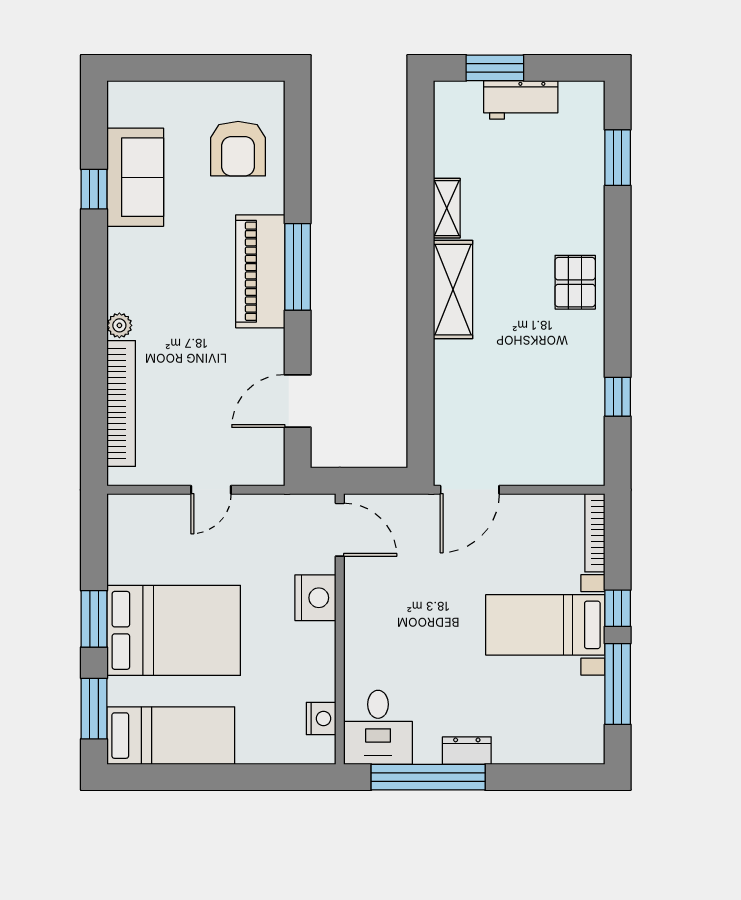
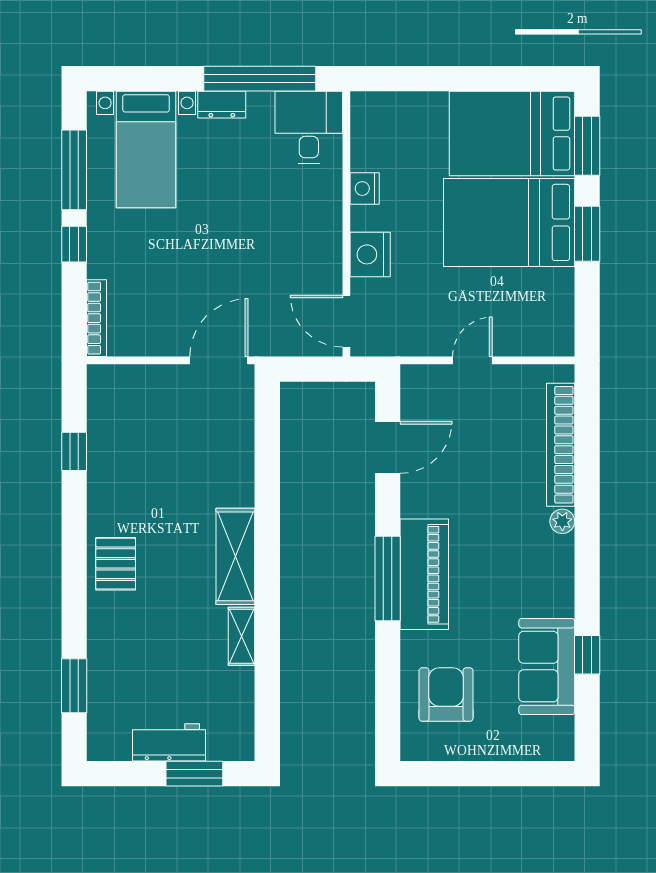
bed with nightstands: (545, 625) -> (146, 150), moved, turned 90
nightstand: (321, 719) -> (365, 189), moved
bed: (171, 736) -> (512, 133), width x1.50

